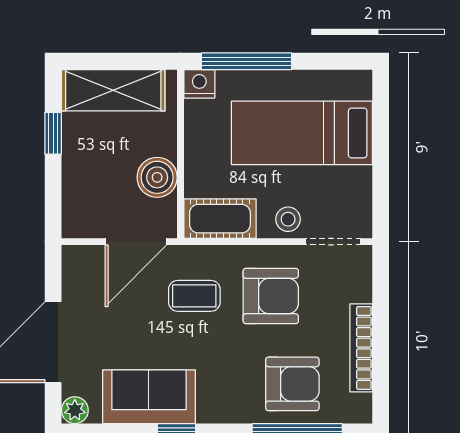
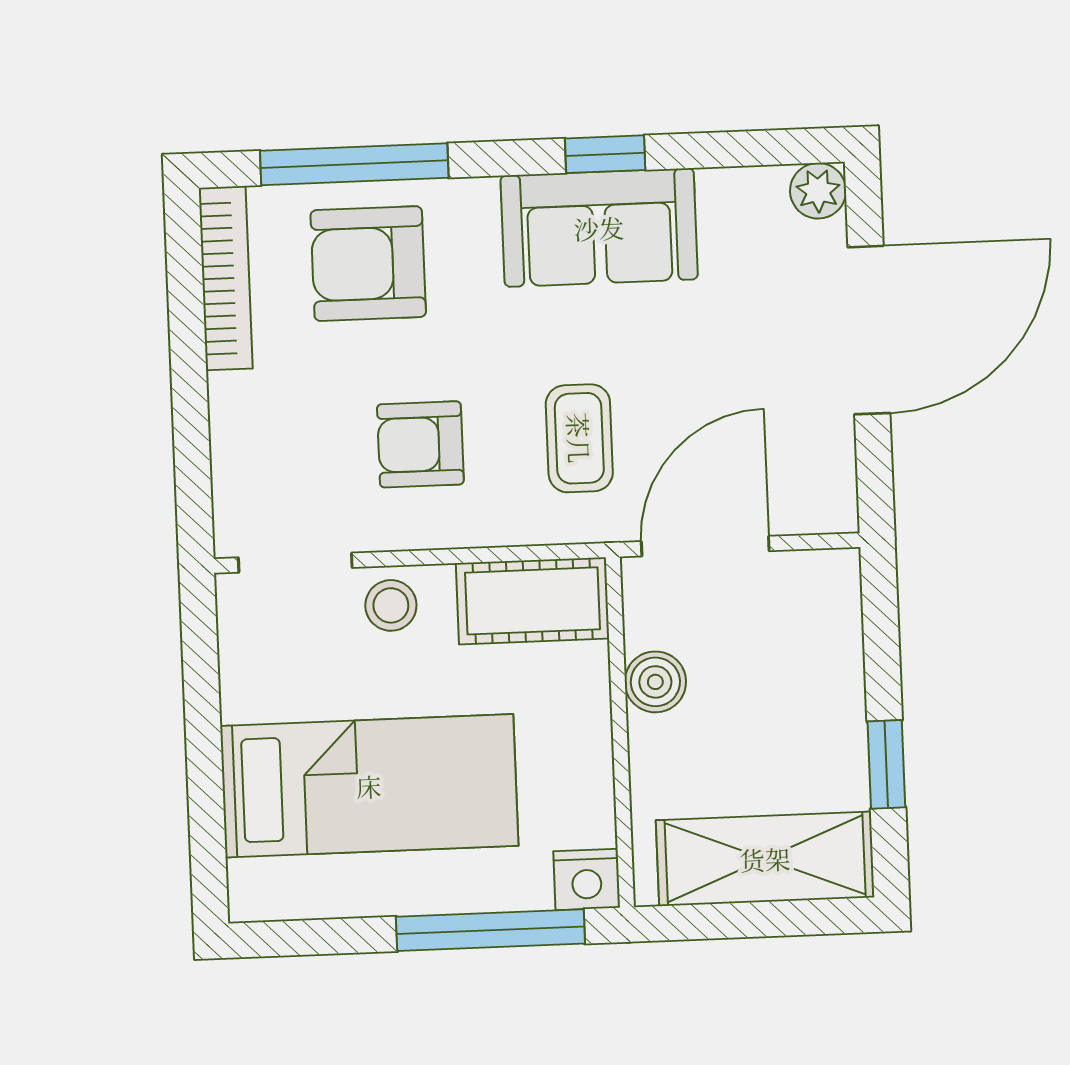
boiler: (157, 177) -> (655, 682), width x0.73, depth x0.73
coffee table: (194, 296) -> (579, 438), turned 90
armchair: (271, 296) -> (420, 444), width x0.72, depth x0.72
bookcase: (361, 348) -> (226, 278), moved
sofa: (149, 397) -> (599, 228), moved

